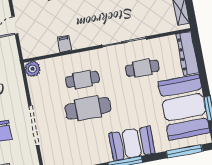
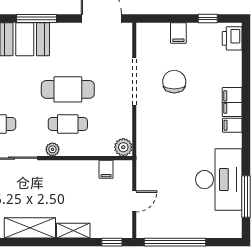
filing cabinet: (65, 44) -> (106, 169), moved
plant: (91, 56) -> (52, 149), added

